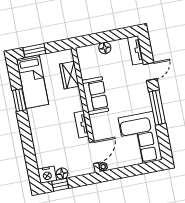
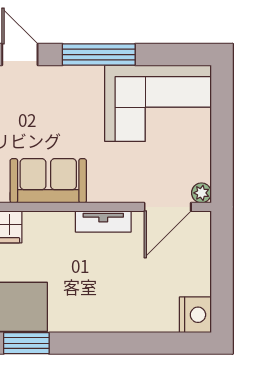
door: (94, 152) -> (168, 207), swing flipped
floor lamp: (62, 174) -> (199, 283), removed
window: (60, 185) -> (222, 291), removed

